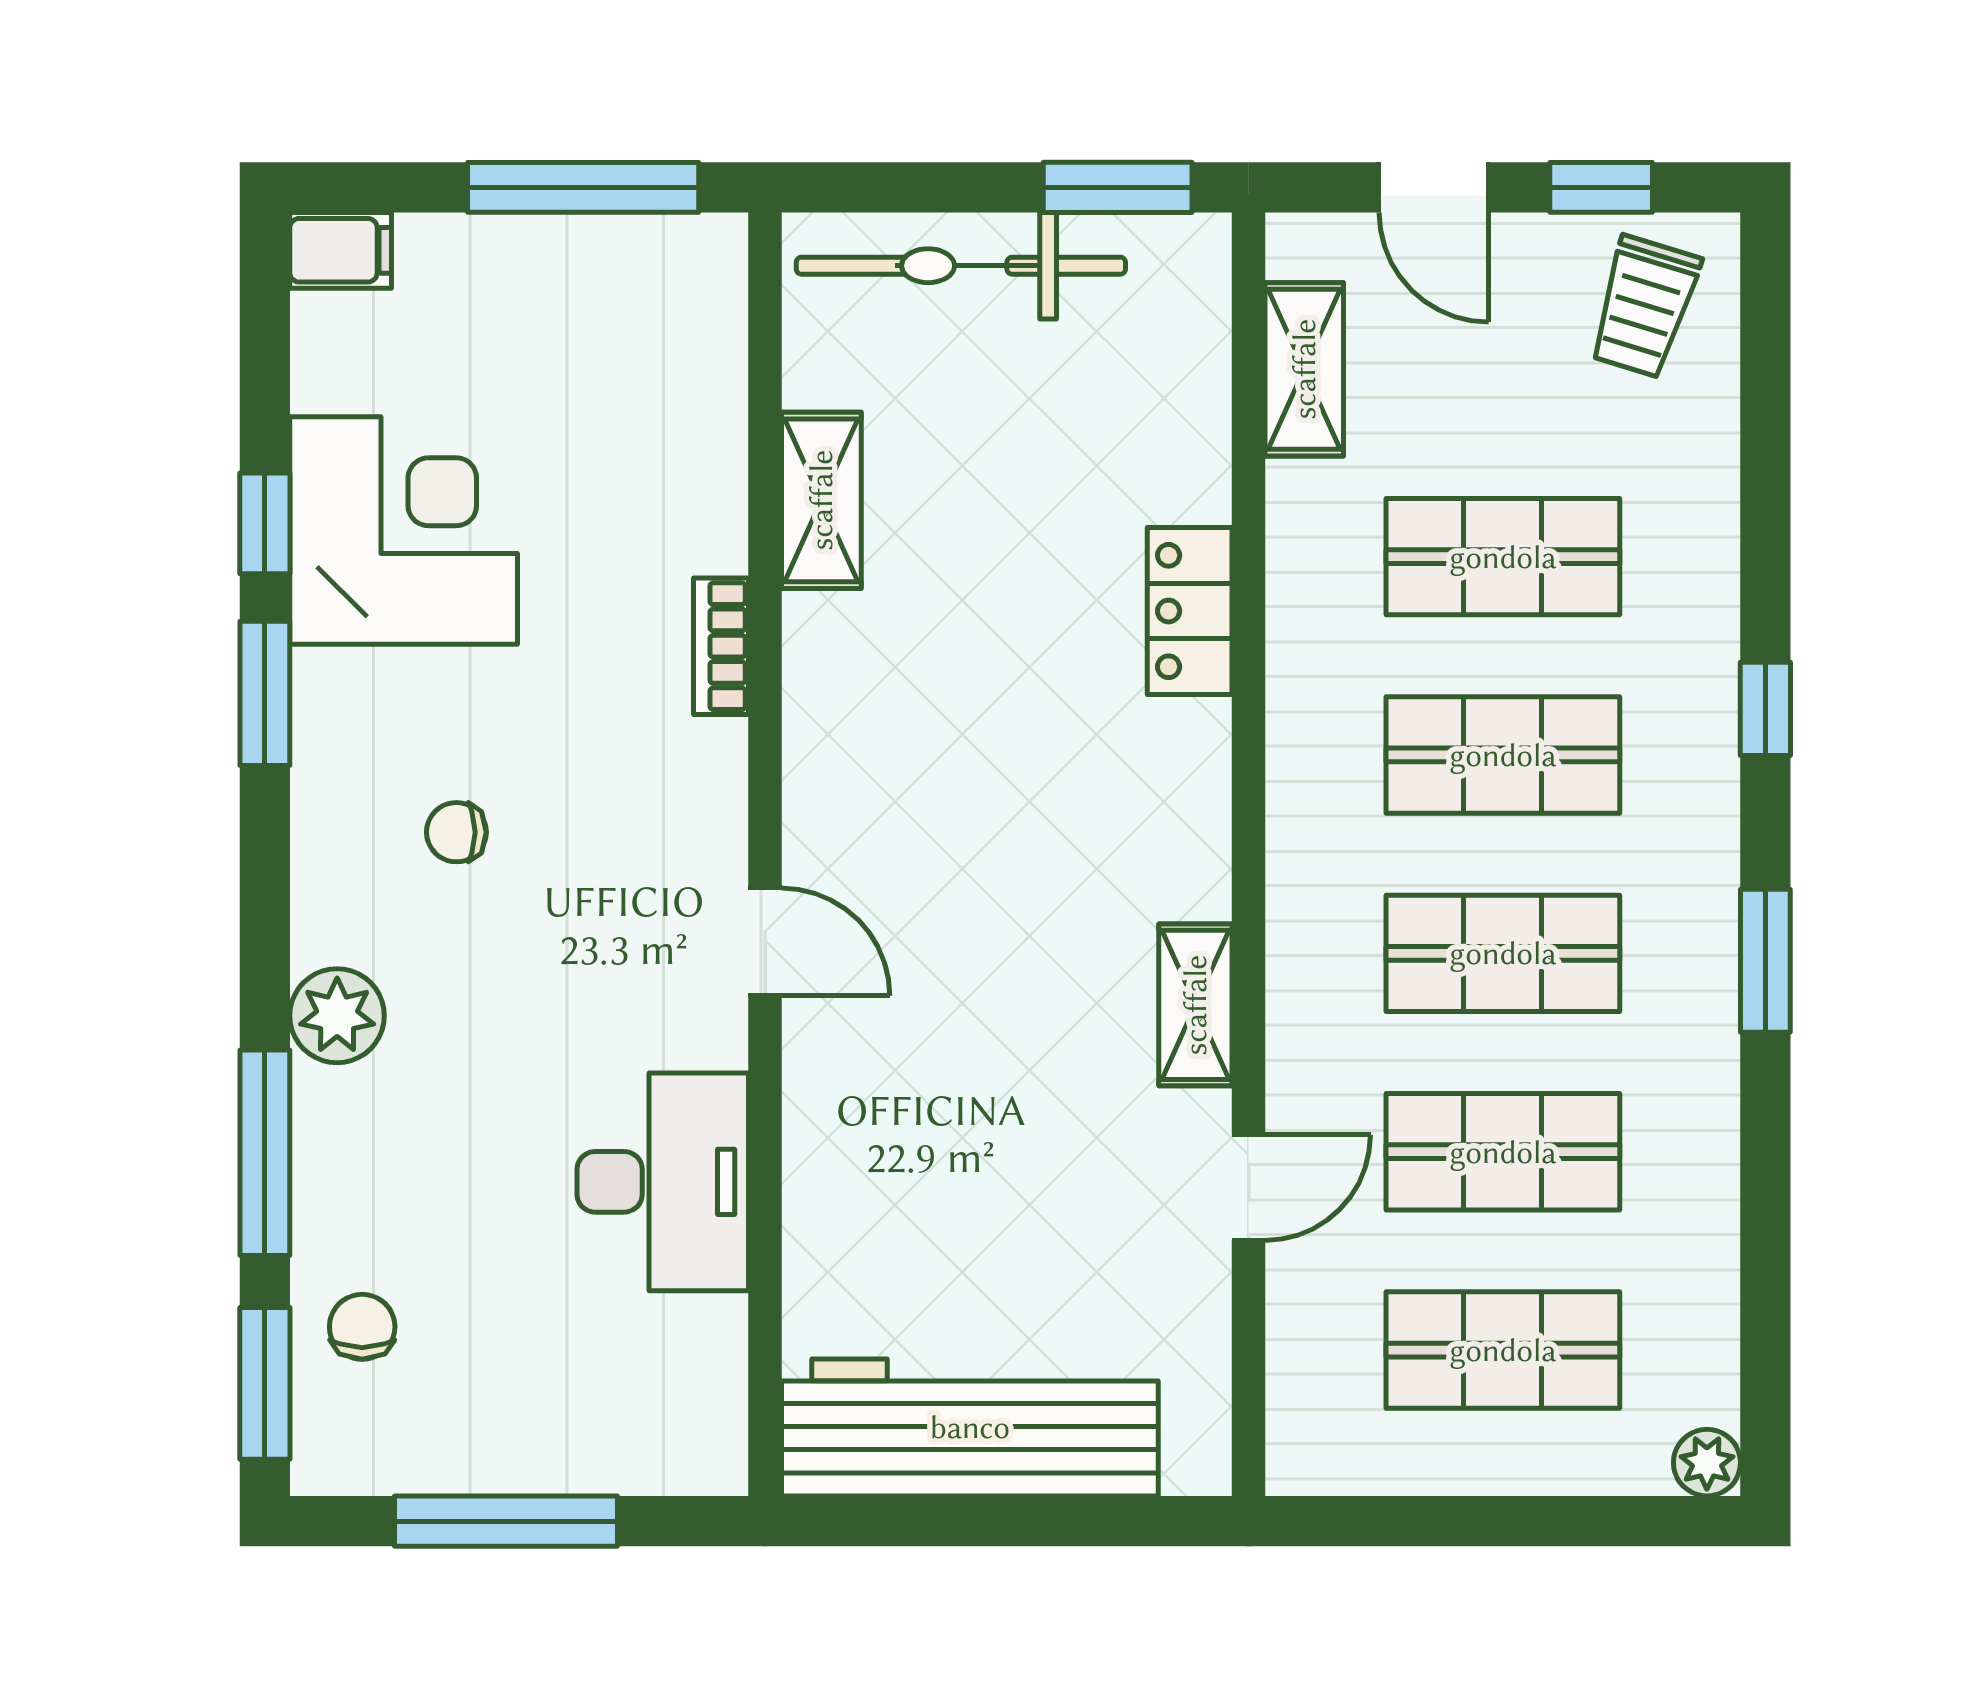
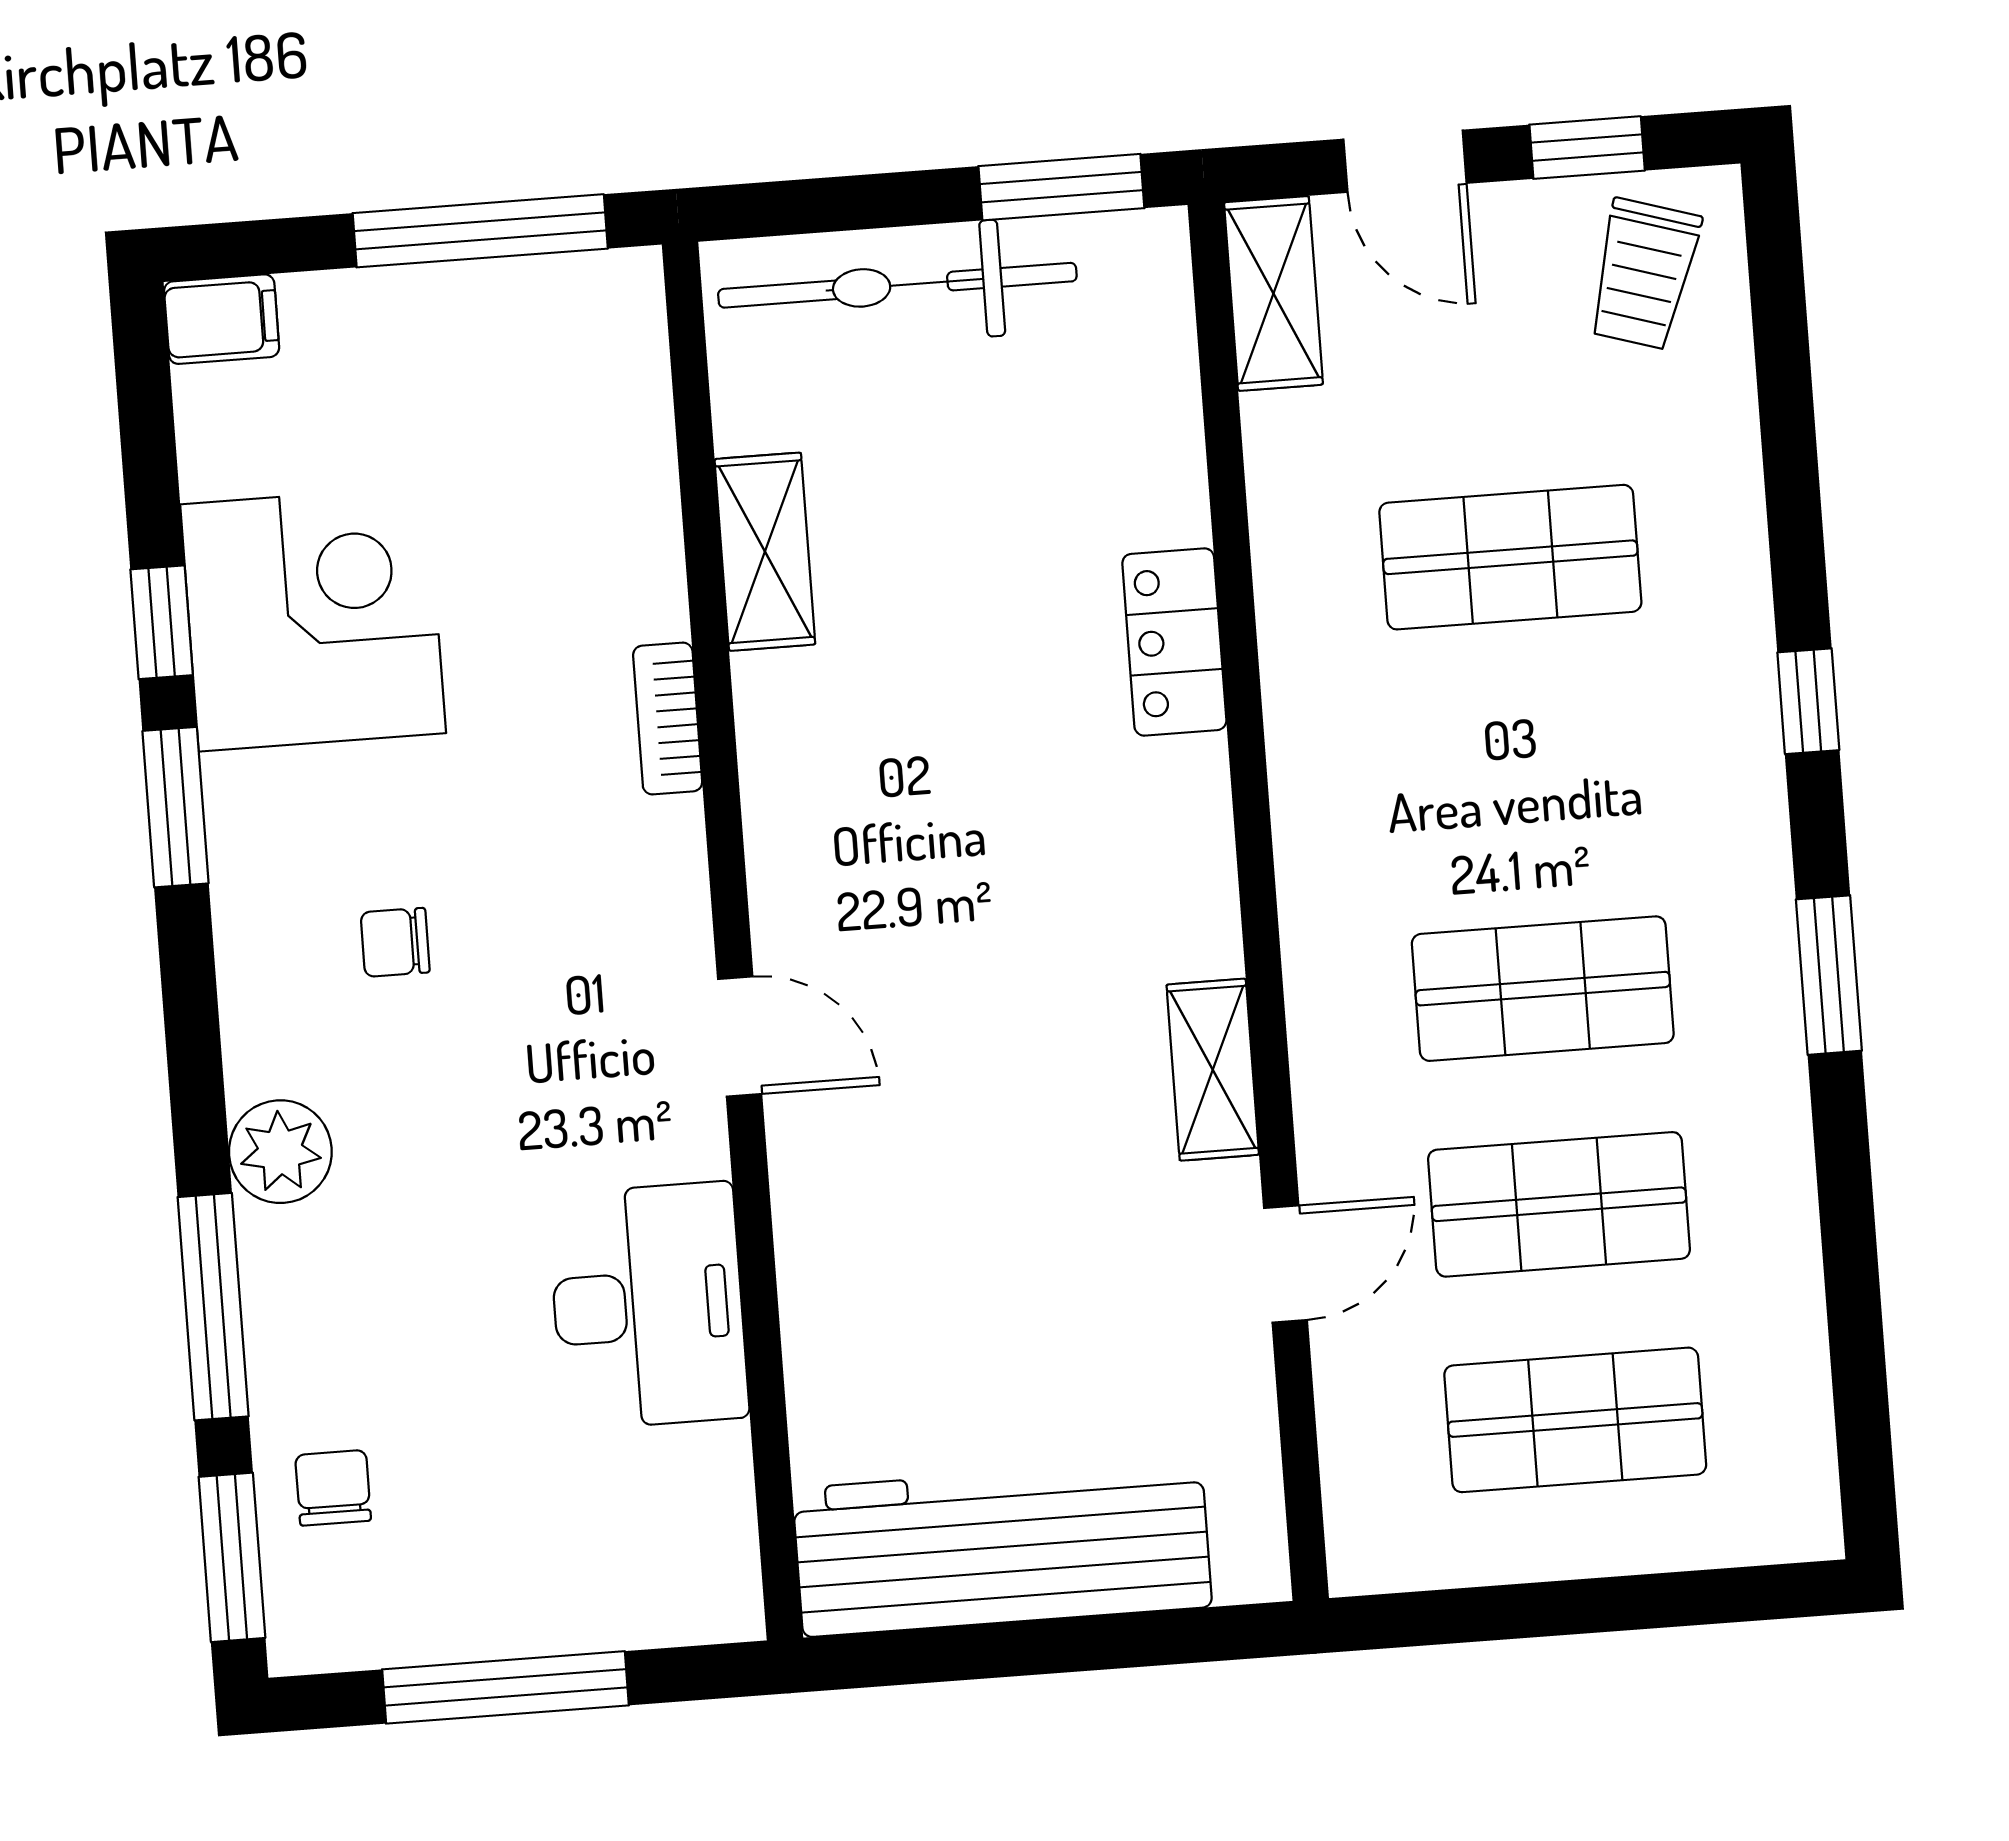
shelving: (1304, 369) -> (1273, 293), moved
shop shelf: (1503, 755) -> (1527, 773), removed
plant: (1707, 1463) -> (1806, 1526), removed

